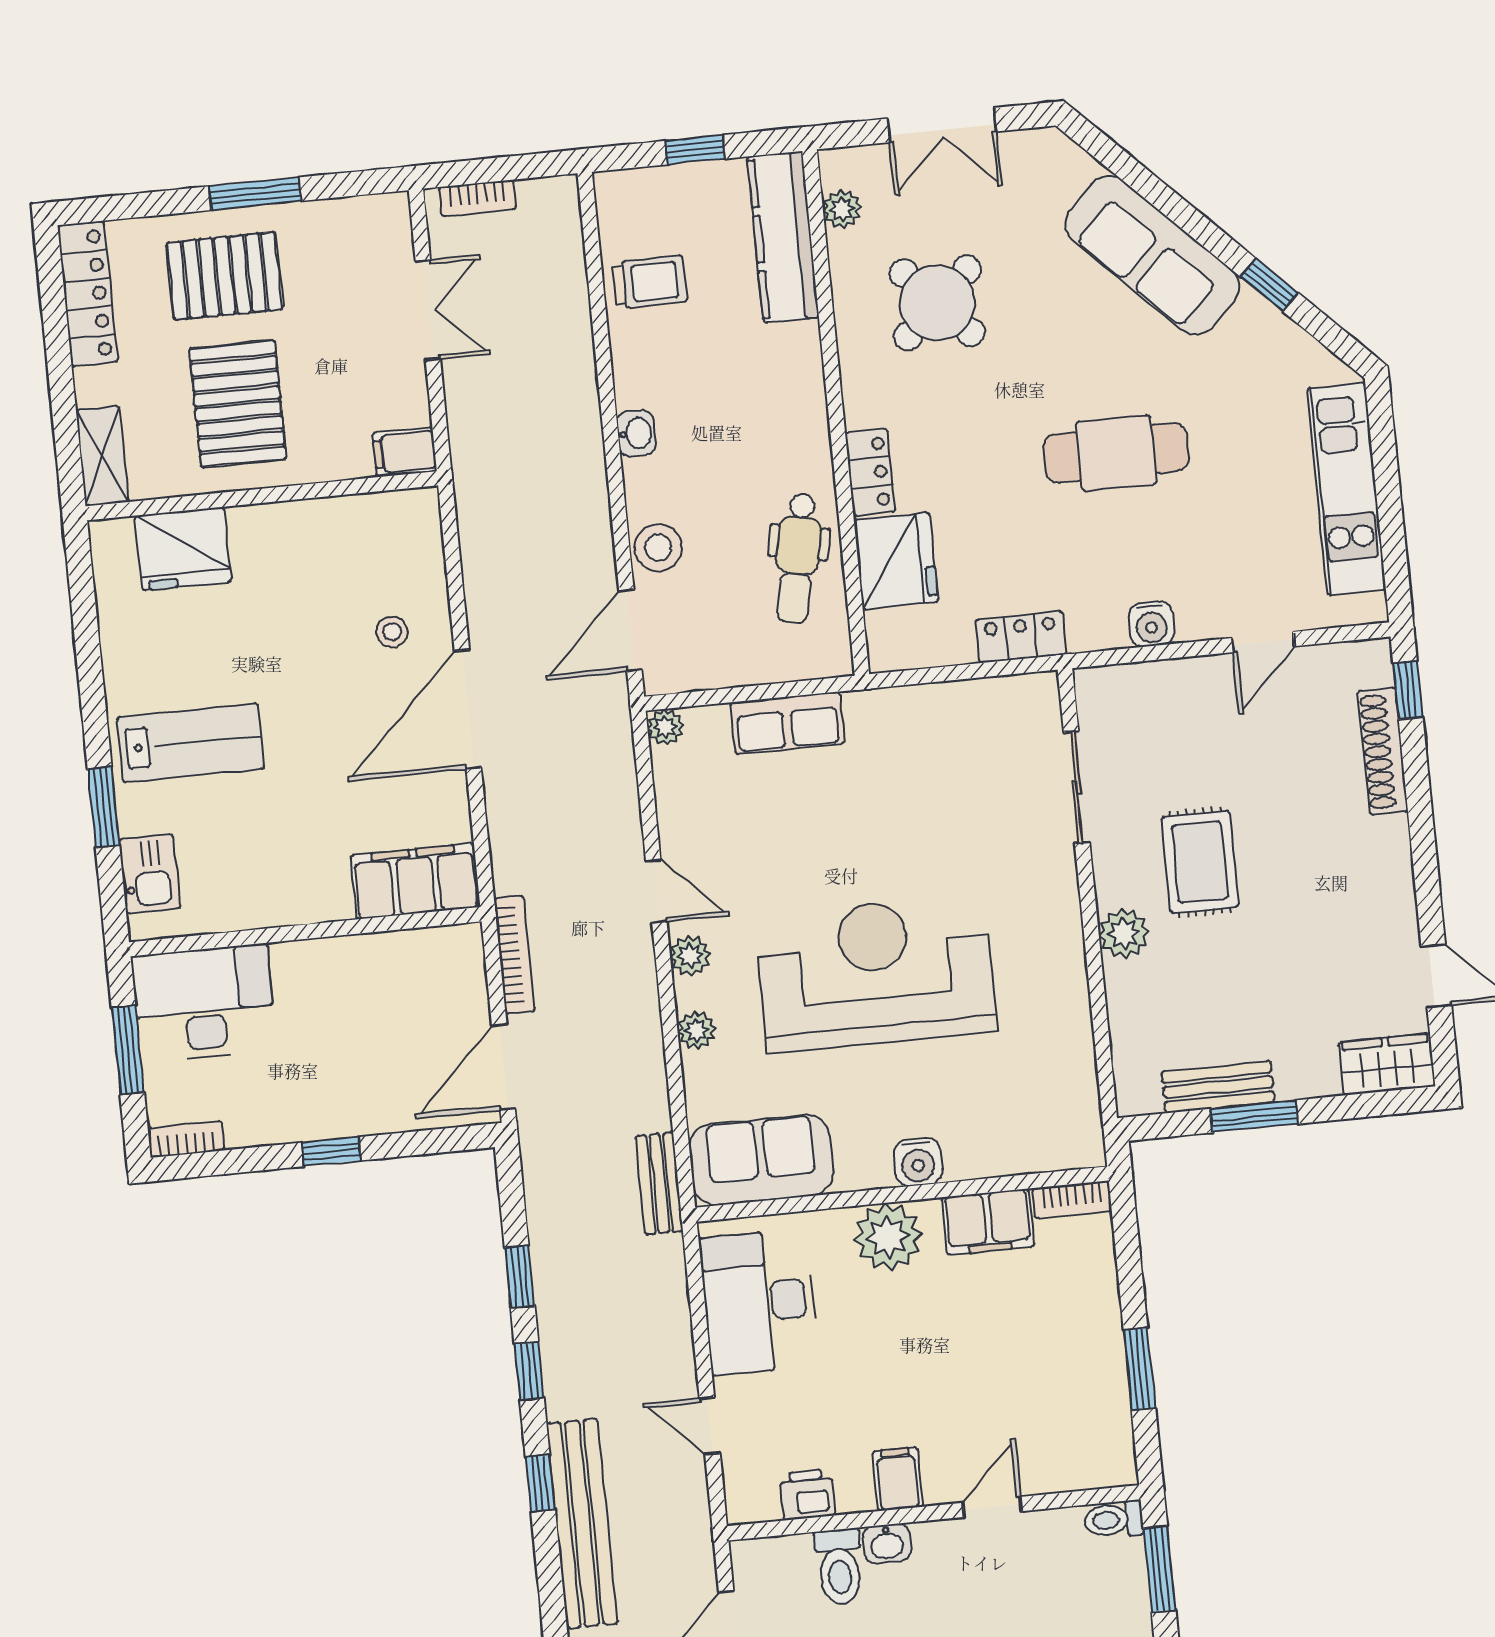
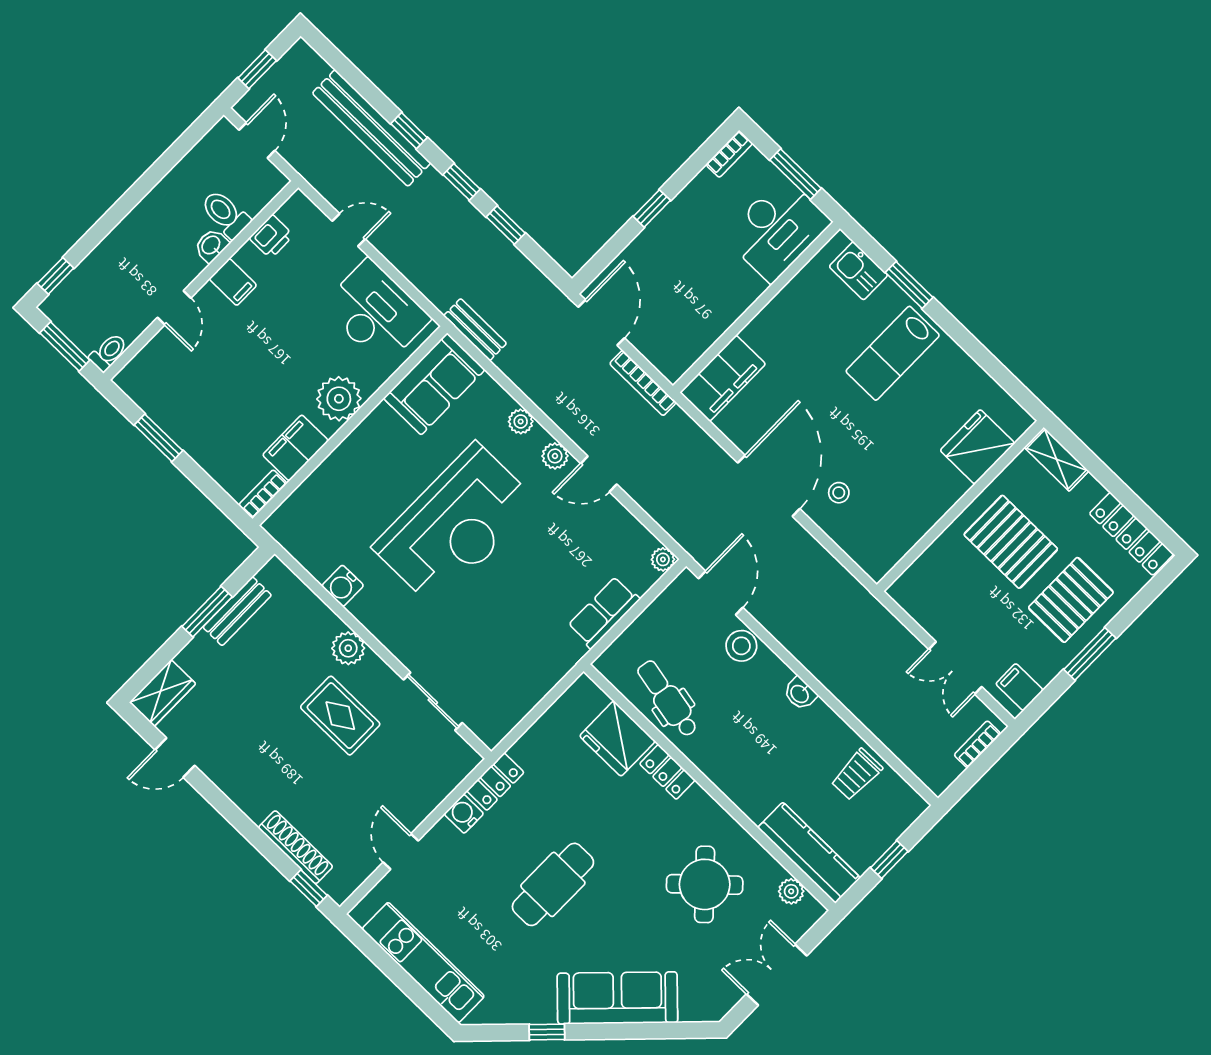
filing cabinet: (405, 452) -> (1019, 687), moved, turned -90
locker: (1021, 637) -> (495, 782), moved
water cooler: (918, 1162) -> (343, 586), moved, turned -90

